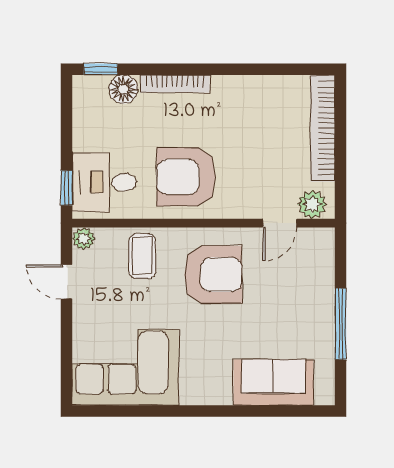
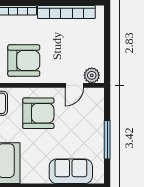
bookcase: (323, 128) -> (66, 12), moved, turned -90
armchair: (186, 177) -> (24, 61), turned 180

